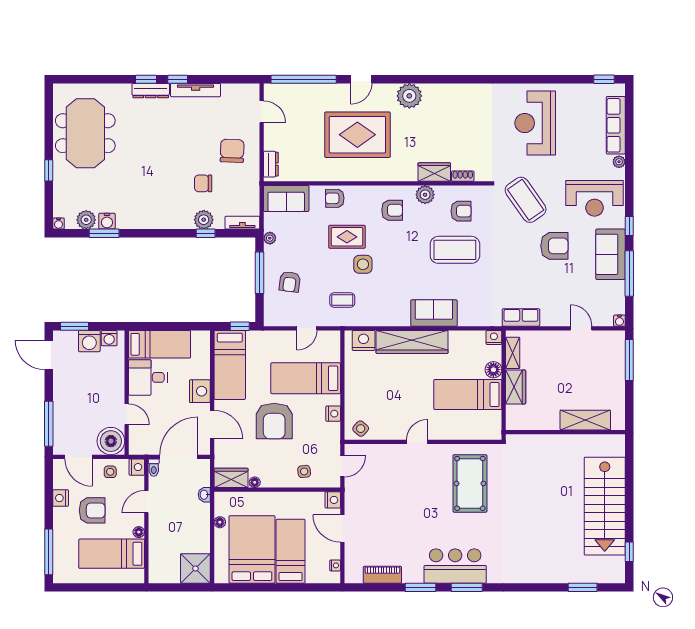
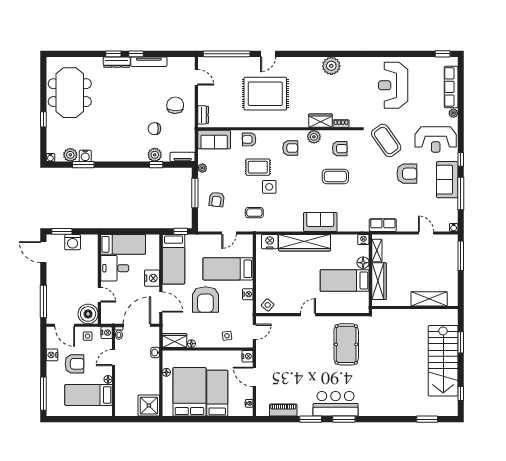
plant: (409, 96) -> (331, 66), moved
coffee table: (455, 250) -> (335, 176), width x0.73, depth x0.76
washing machine: (109, 338) -> (87, 240), removed
wardrobe: (516, 387) -> (379, 281), width x1.50
window: (629, 481) -> (461, 342), added

